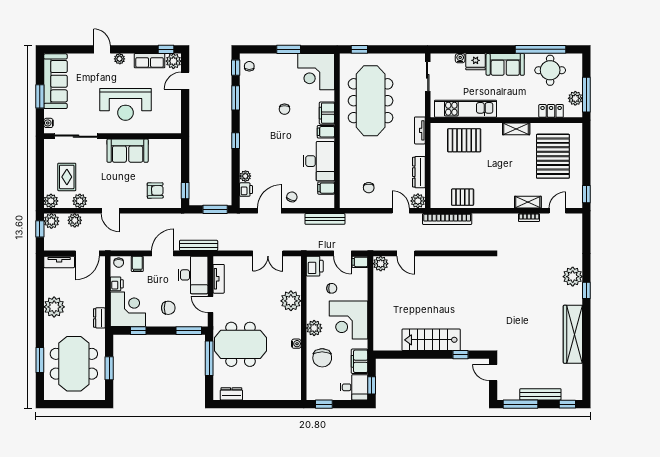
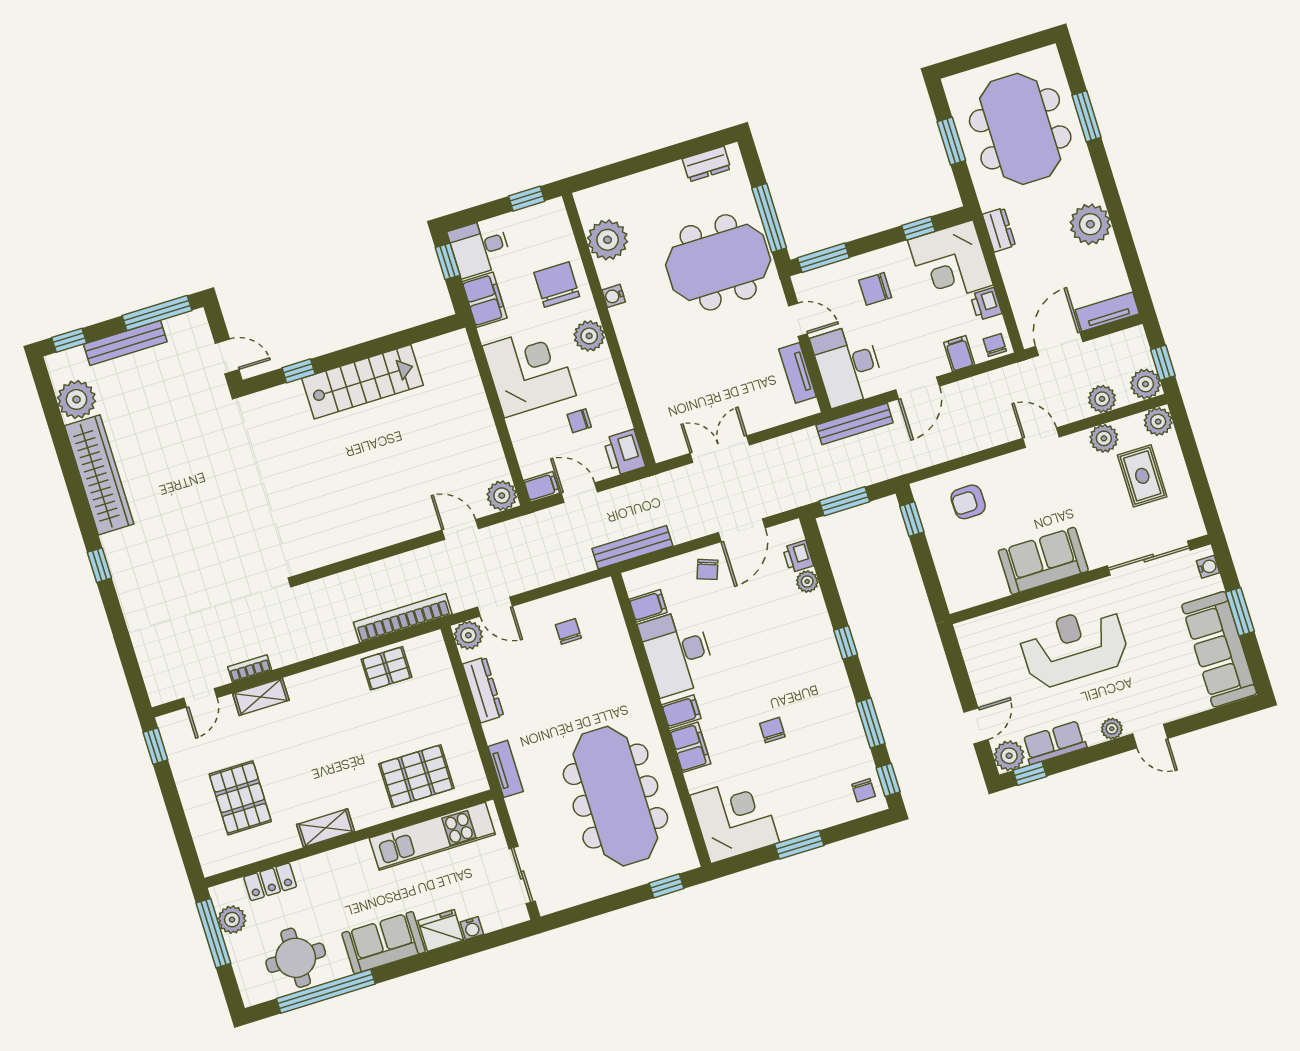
pallet: (553, 156) -> (240, 798), width x0.73, depth x0.71
plant: (573, 277) -> (76, 399), moved
plant: (291, 301) -> (608, 240), moved

